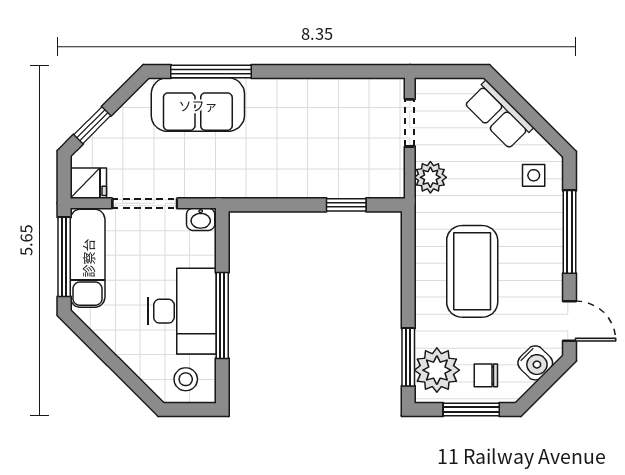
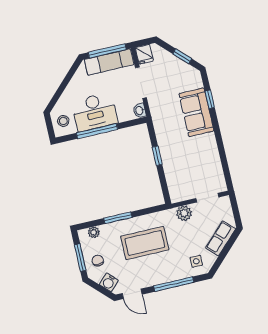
window: (211, 71) -> (210, 99), width x0.46
sofa: (198, 105) -> (196, 112), moved
window: (92, 125) -> (182, 56), moved
window: (346, 205) -> (157, 156), moved
door: (570, 321) -> (132, 294), hinge flipped
window: (408, 357) -> (118, 218), moved
plant: (437, 370) -> (94, 232), width x0.53, depth x0.53

